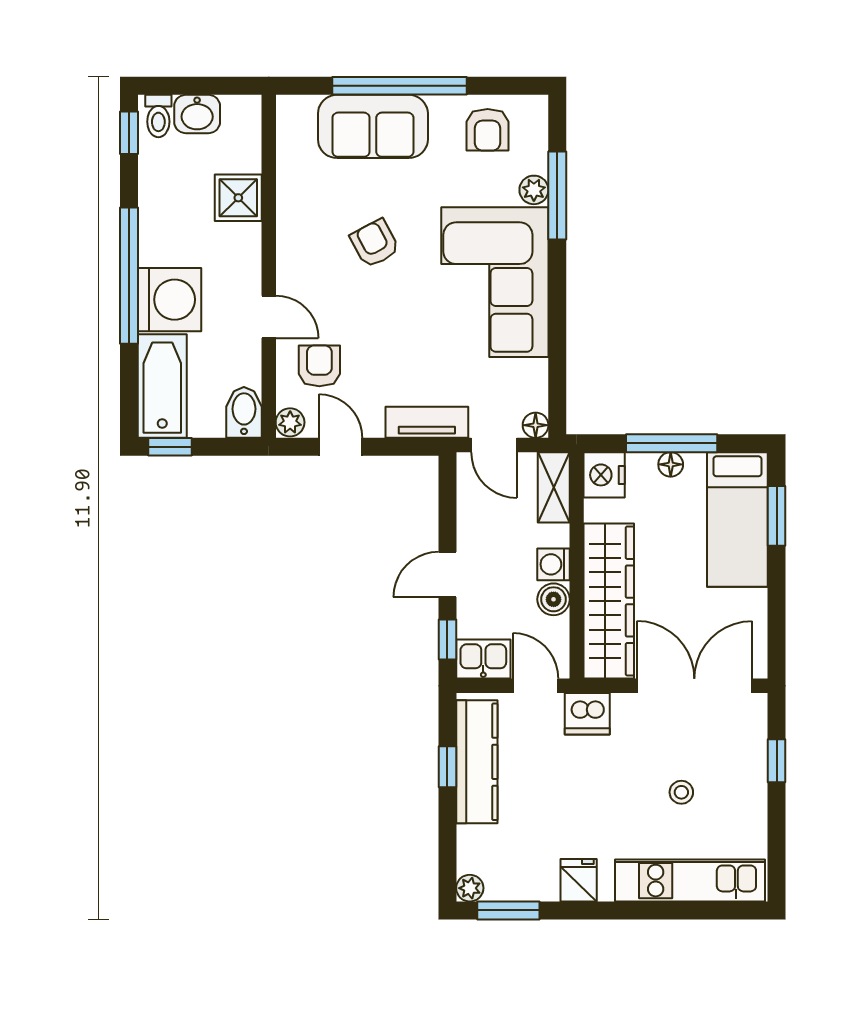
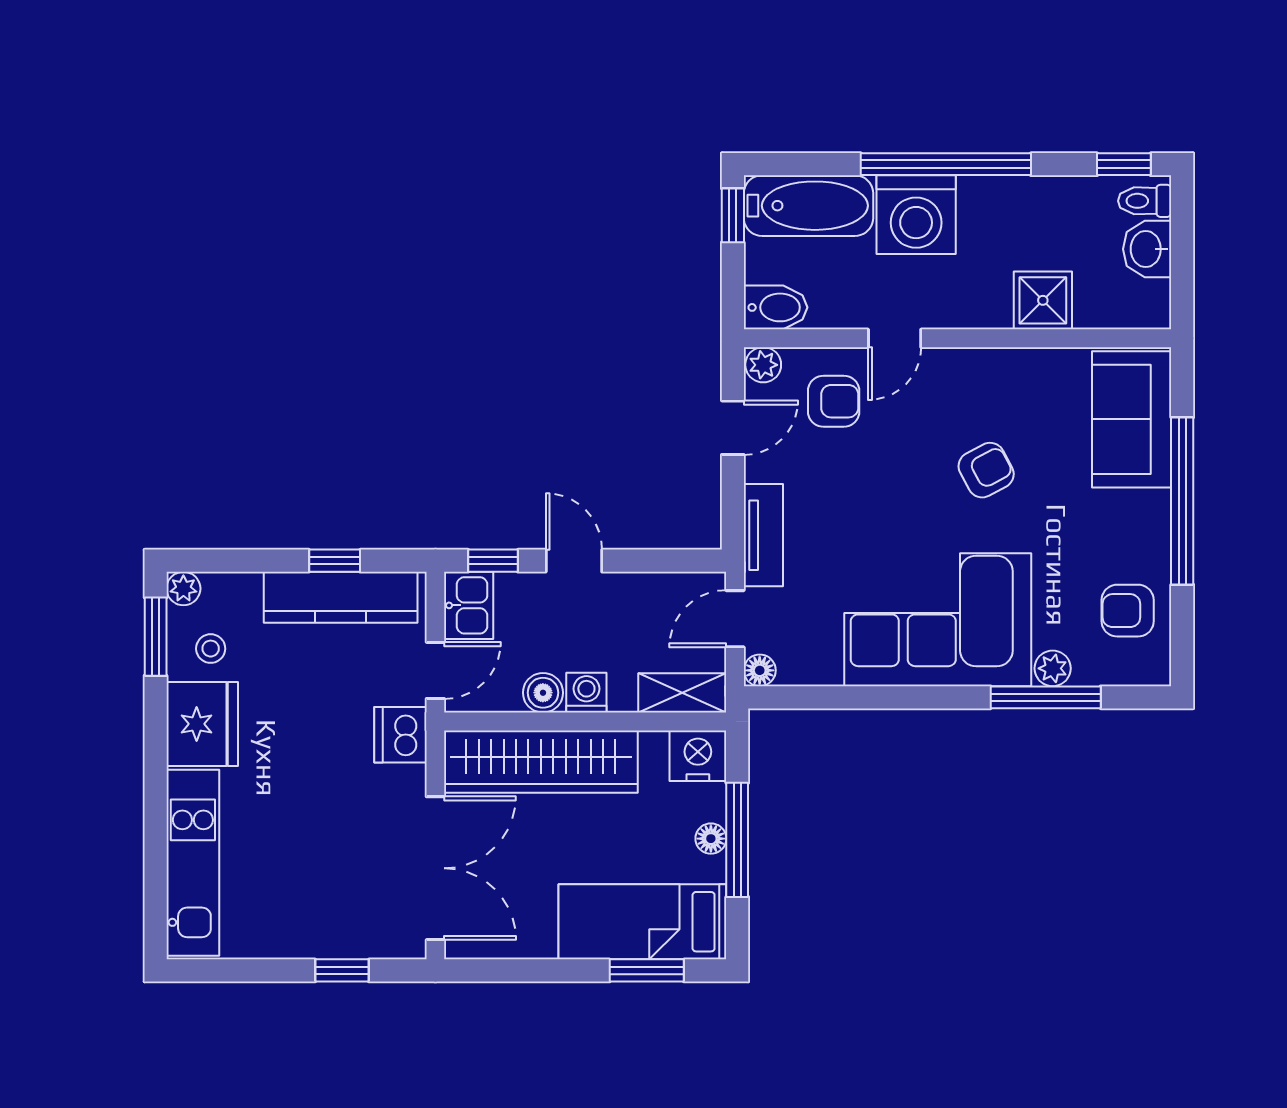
sofa: (373, 126) -> (1132, 419), moved
stool: (681, 792) -> (211, 649), moved
fridge: (579, 880) -> (202, 724), width x1.88, depth x1.34

